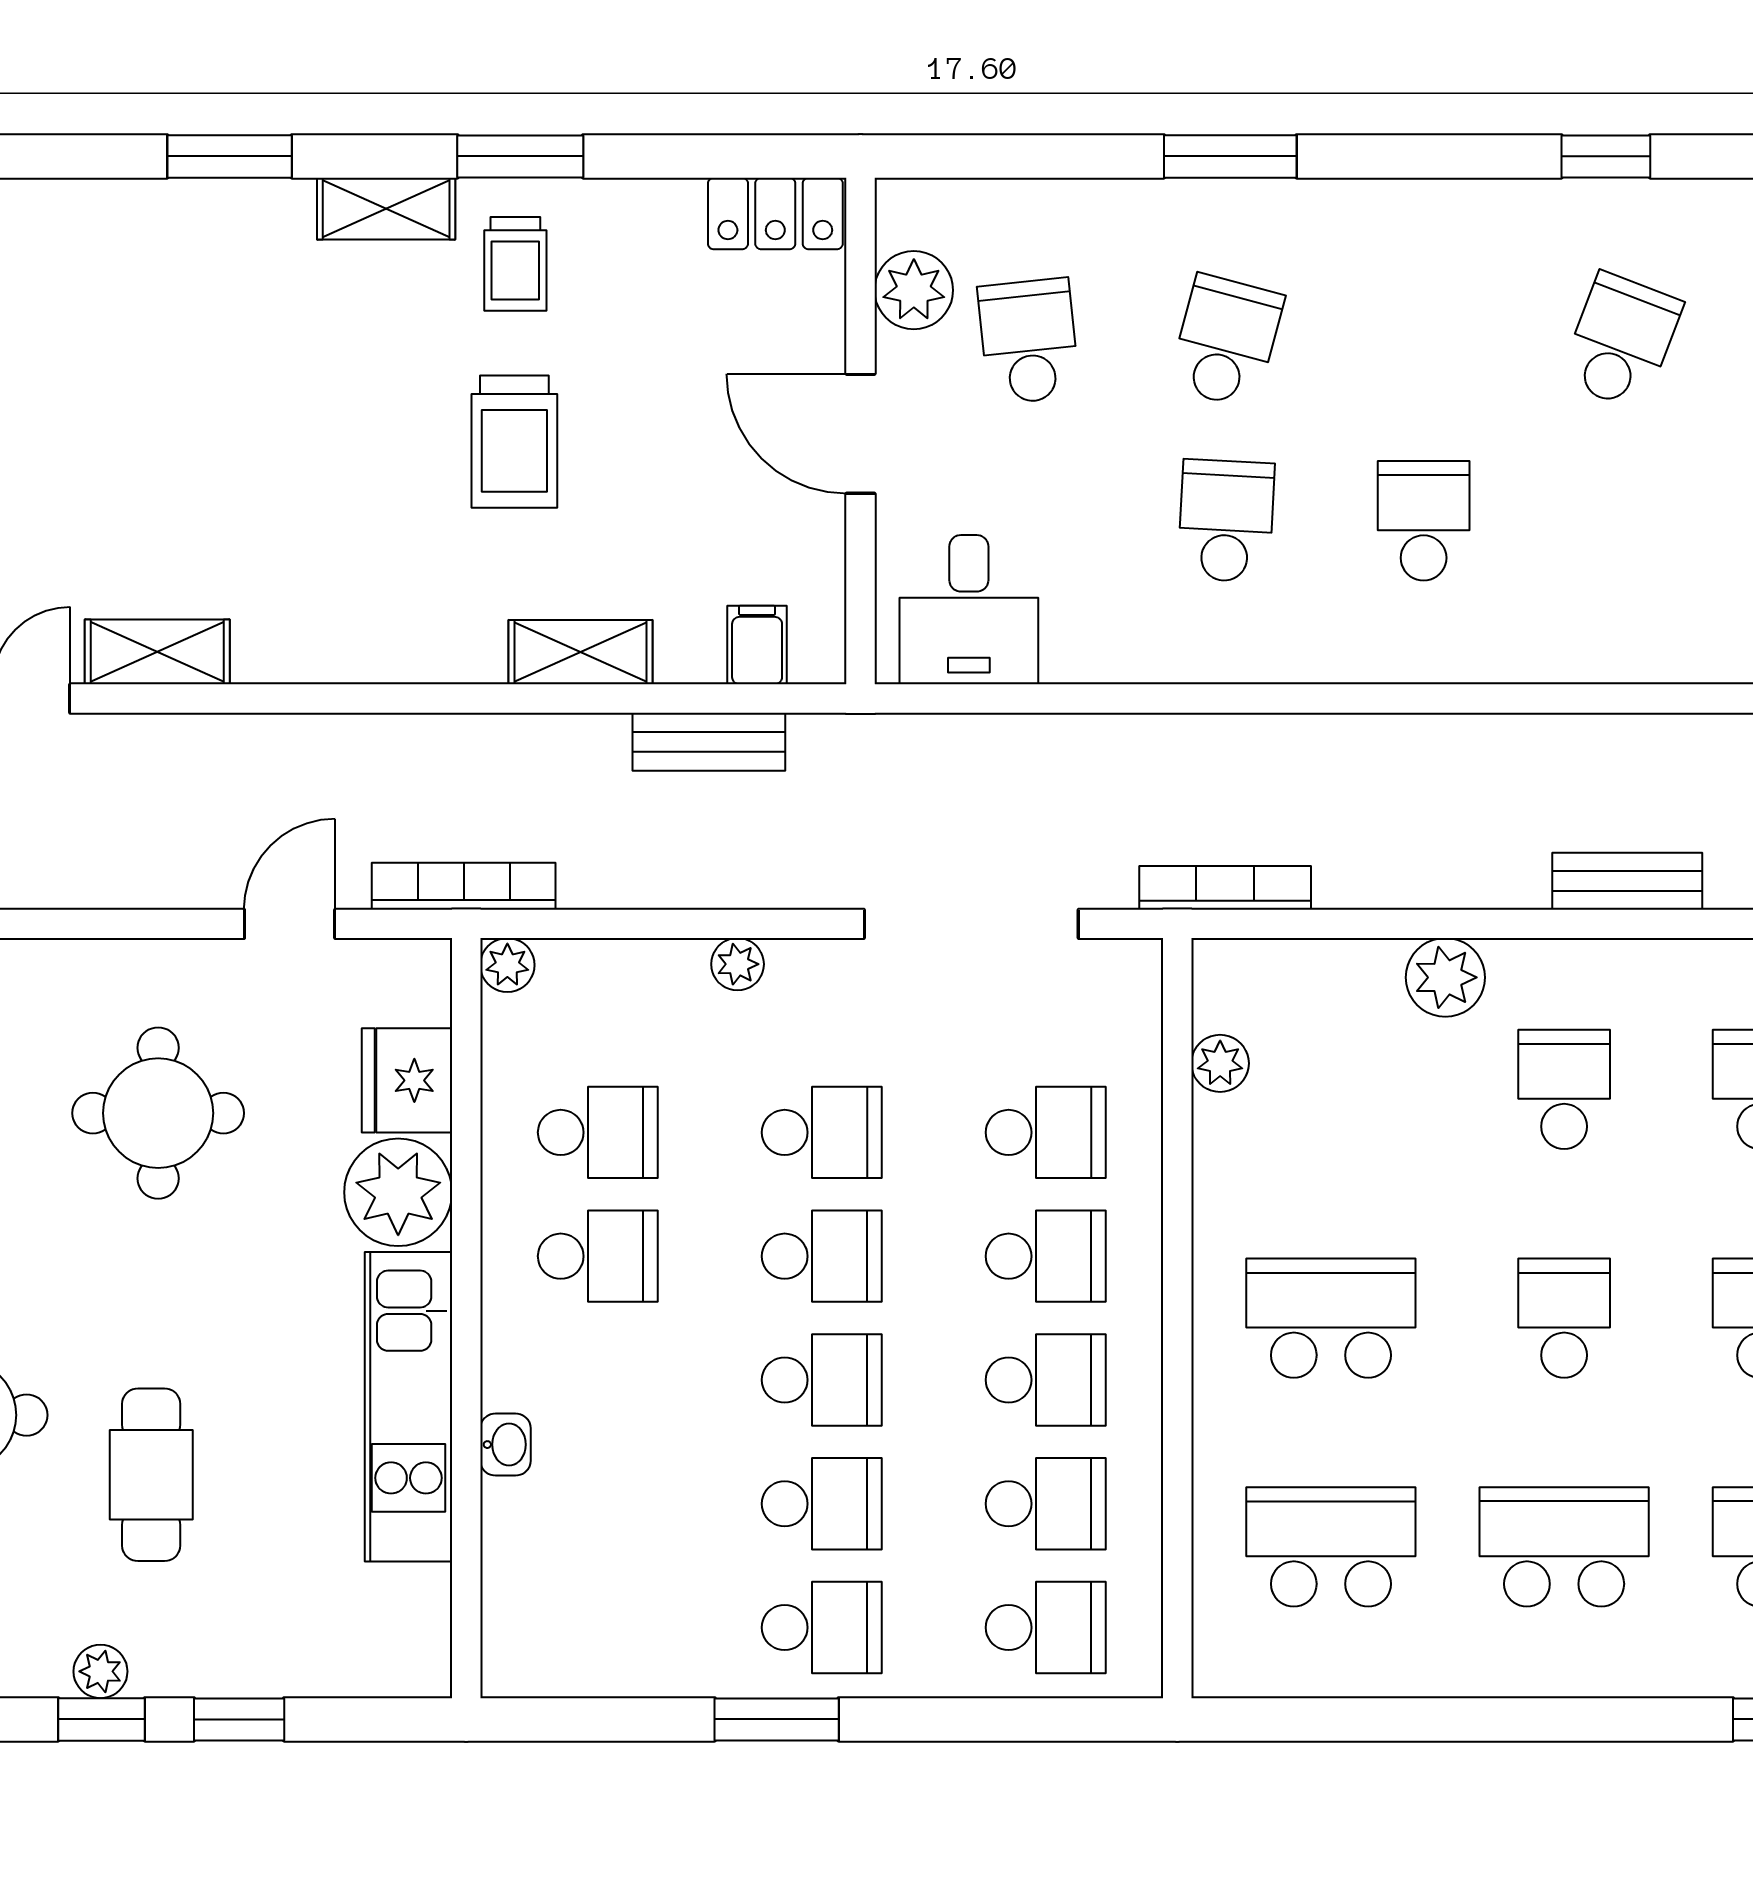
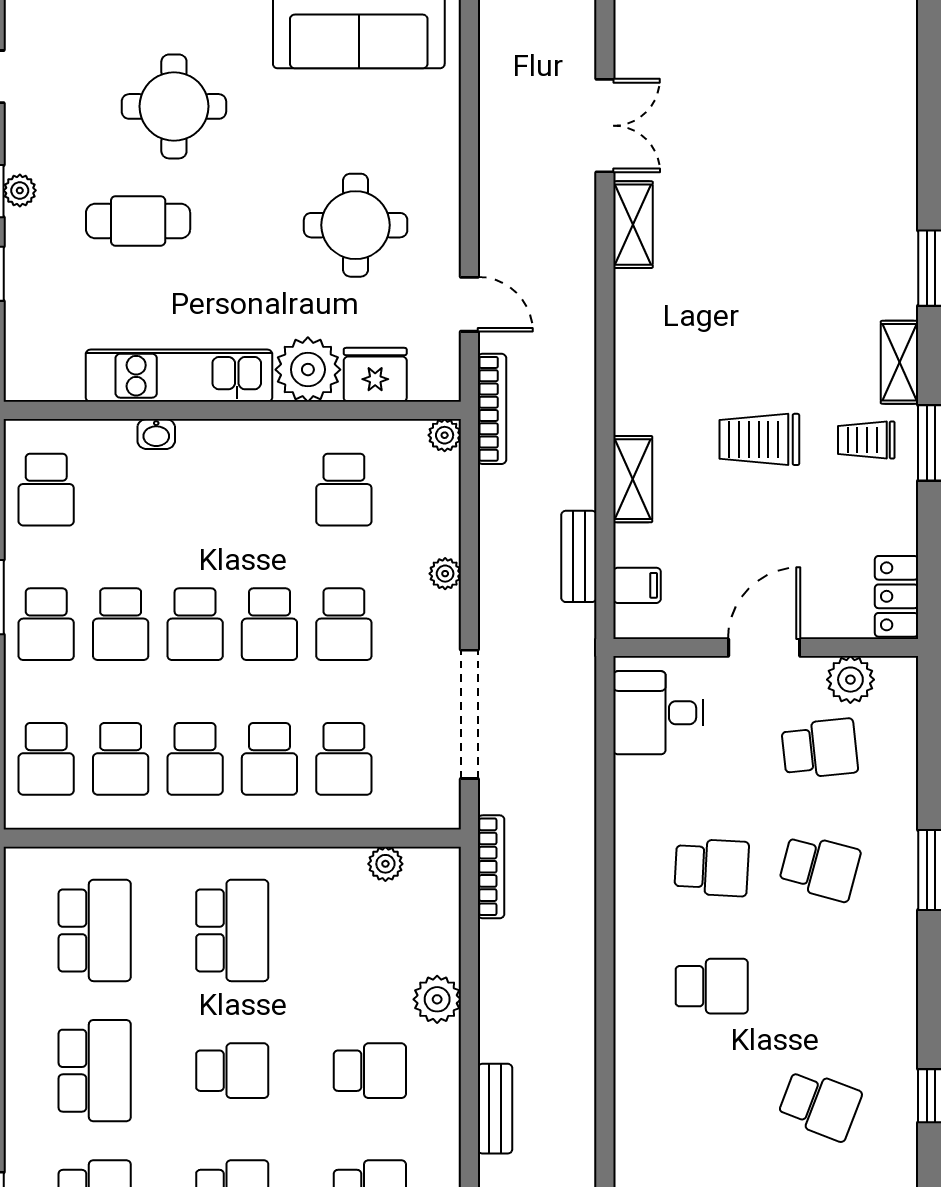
school desk: (598, 1256) -> (46, 490), moved

